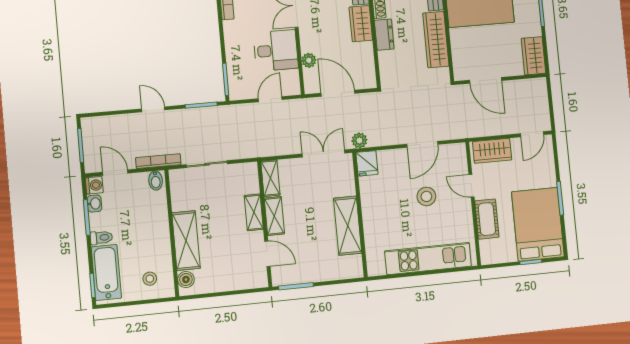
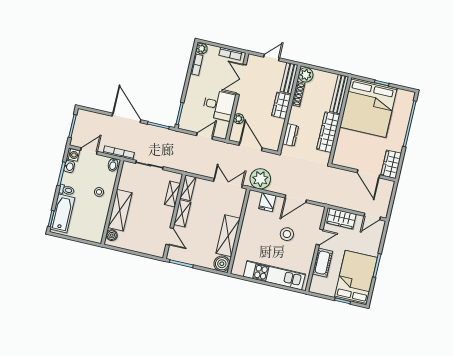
dresser: (384, 35) -> (291, 135), moved
door: (486, 80) -> (368, 174), moved
door: (153, 109) -> (126, 118), width x1.88
plant: (359, 140) -> (260, 179), width x1.88, depth x1.88
fridge: (367, 163) -> (267, 202), moved
door: (115, 173) -> (89, 151), hinge flipped
door: (471, 186) -> (320, 237), swing flipped
shelving: (254, 212) -> (172, 194), moved
boiler: (352, 267) -> (222, 264), added
stool: (150, 279) -> (99, 192), moved

